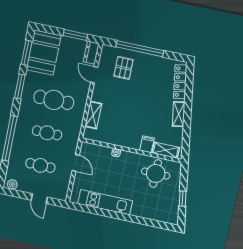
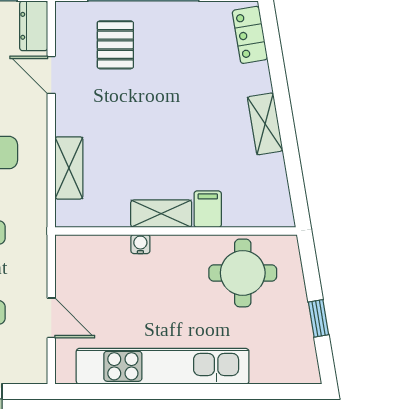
locker: (180, 82) -> (250, 35), width x0.66
shelving: (166, 150) -> (161, 214), moved
door: (76, 163) -> (51, 318), moved
kitchen unit: (105, 202) -> (163, 366), width x1.36

